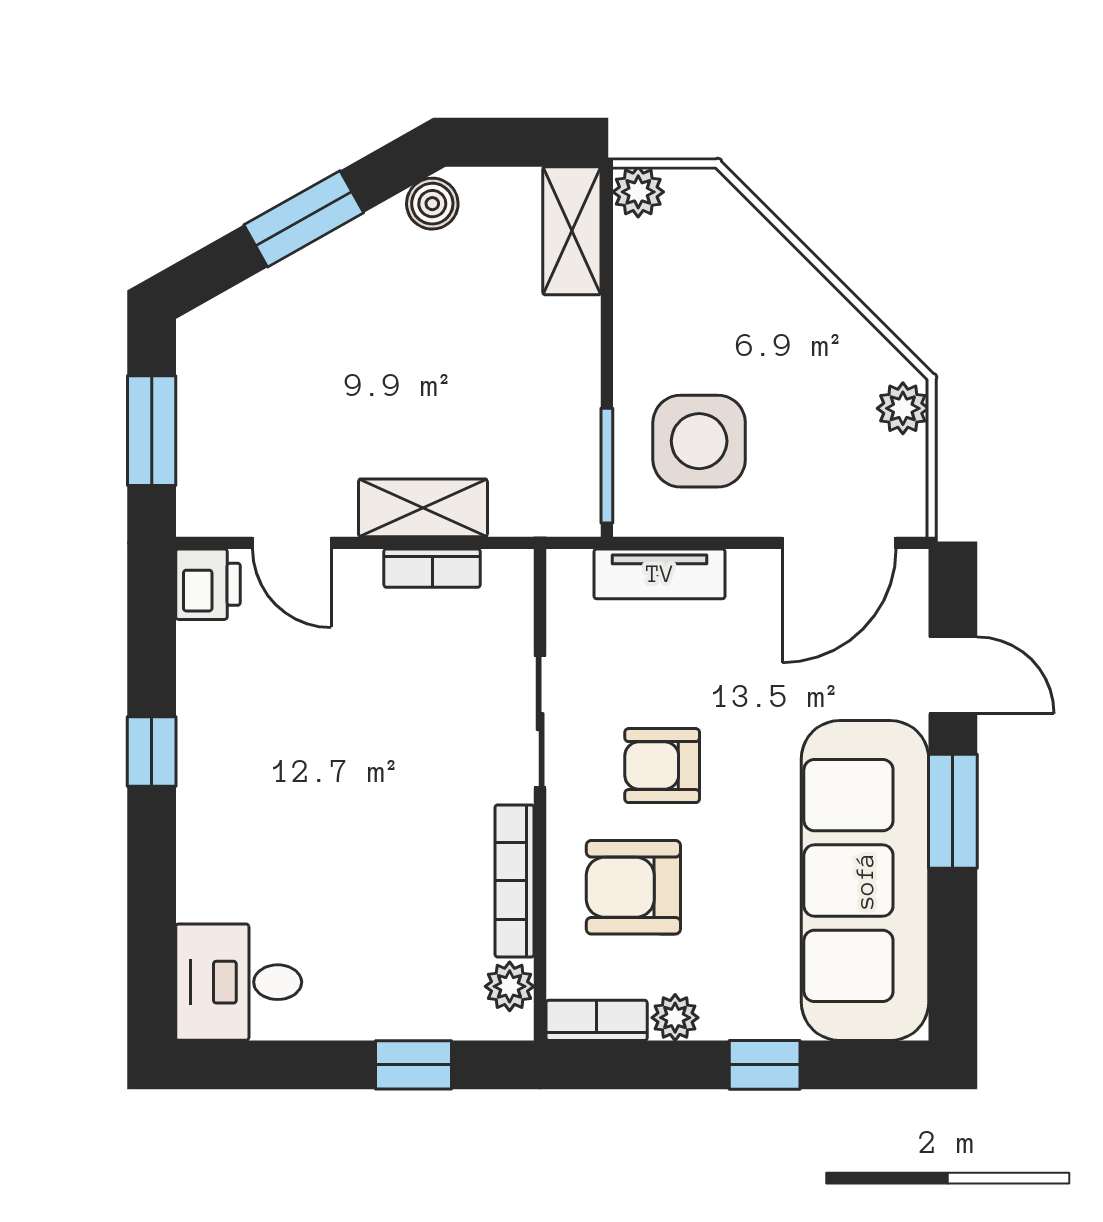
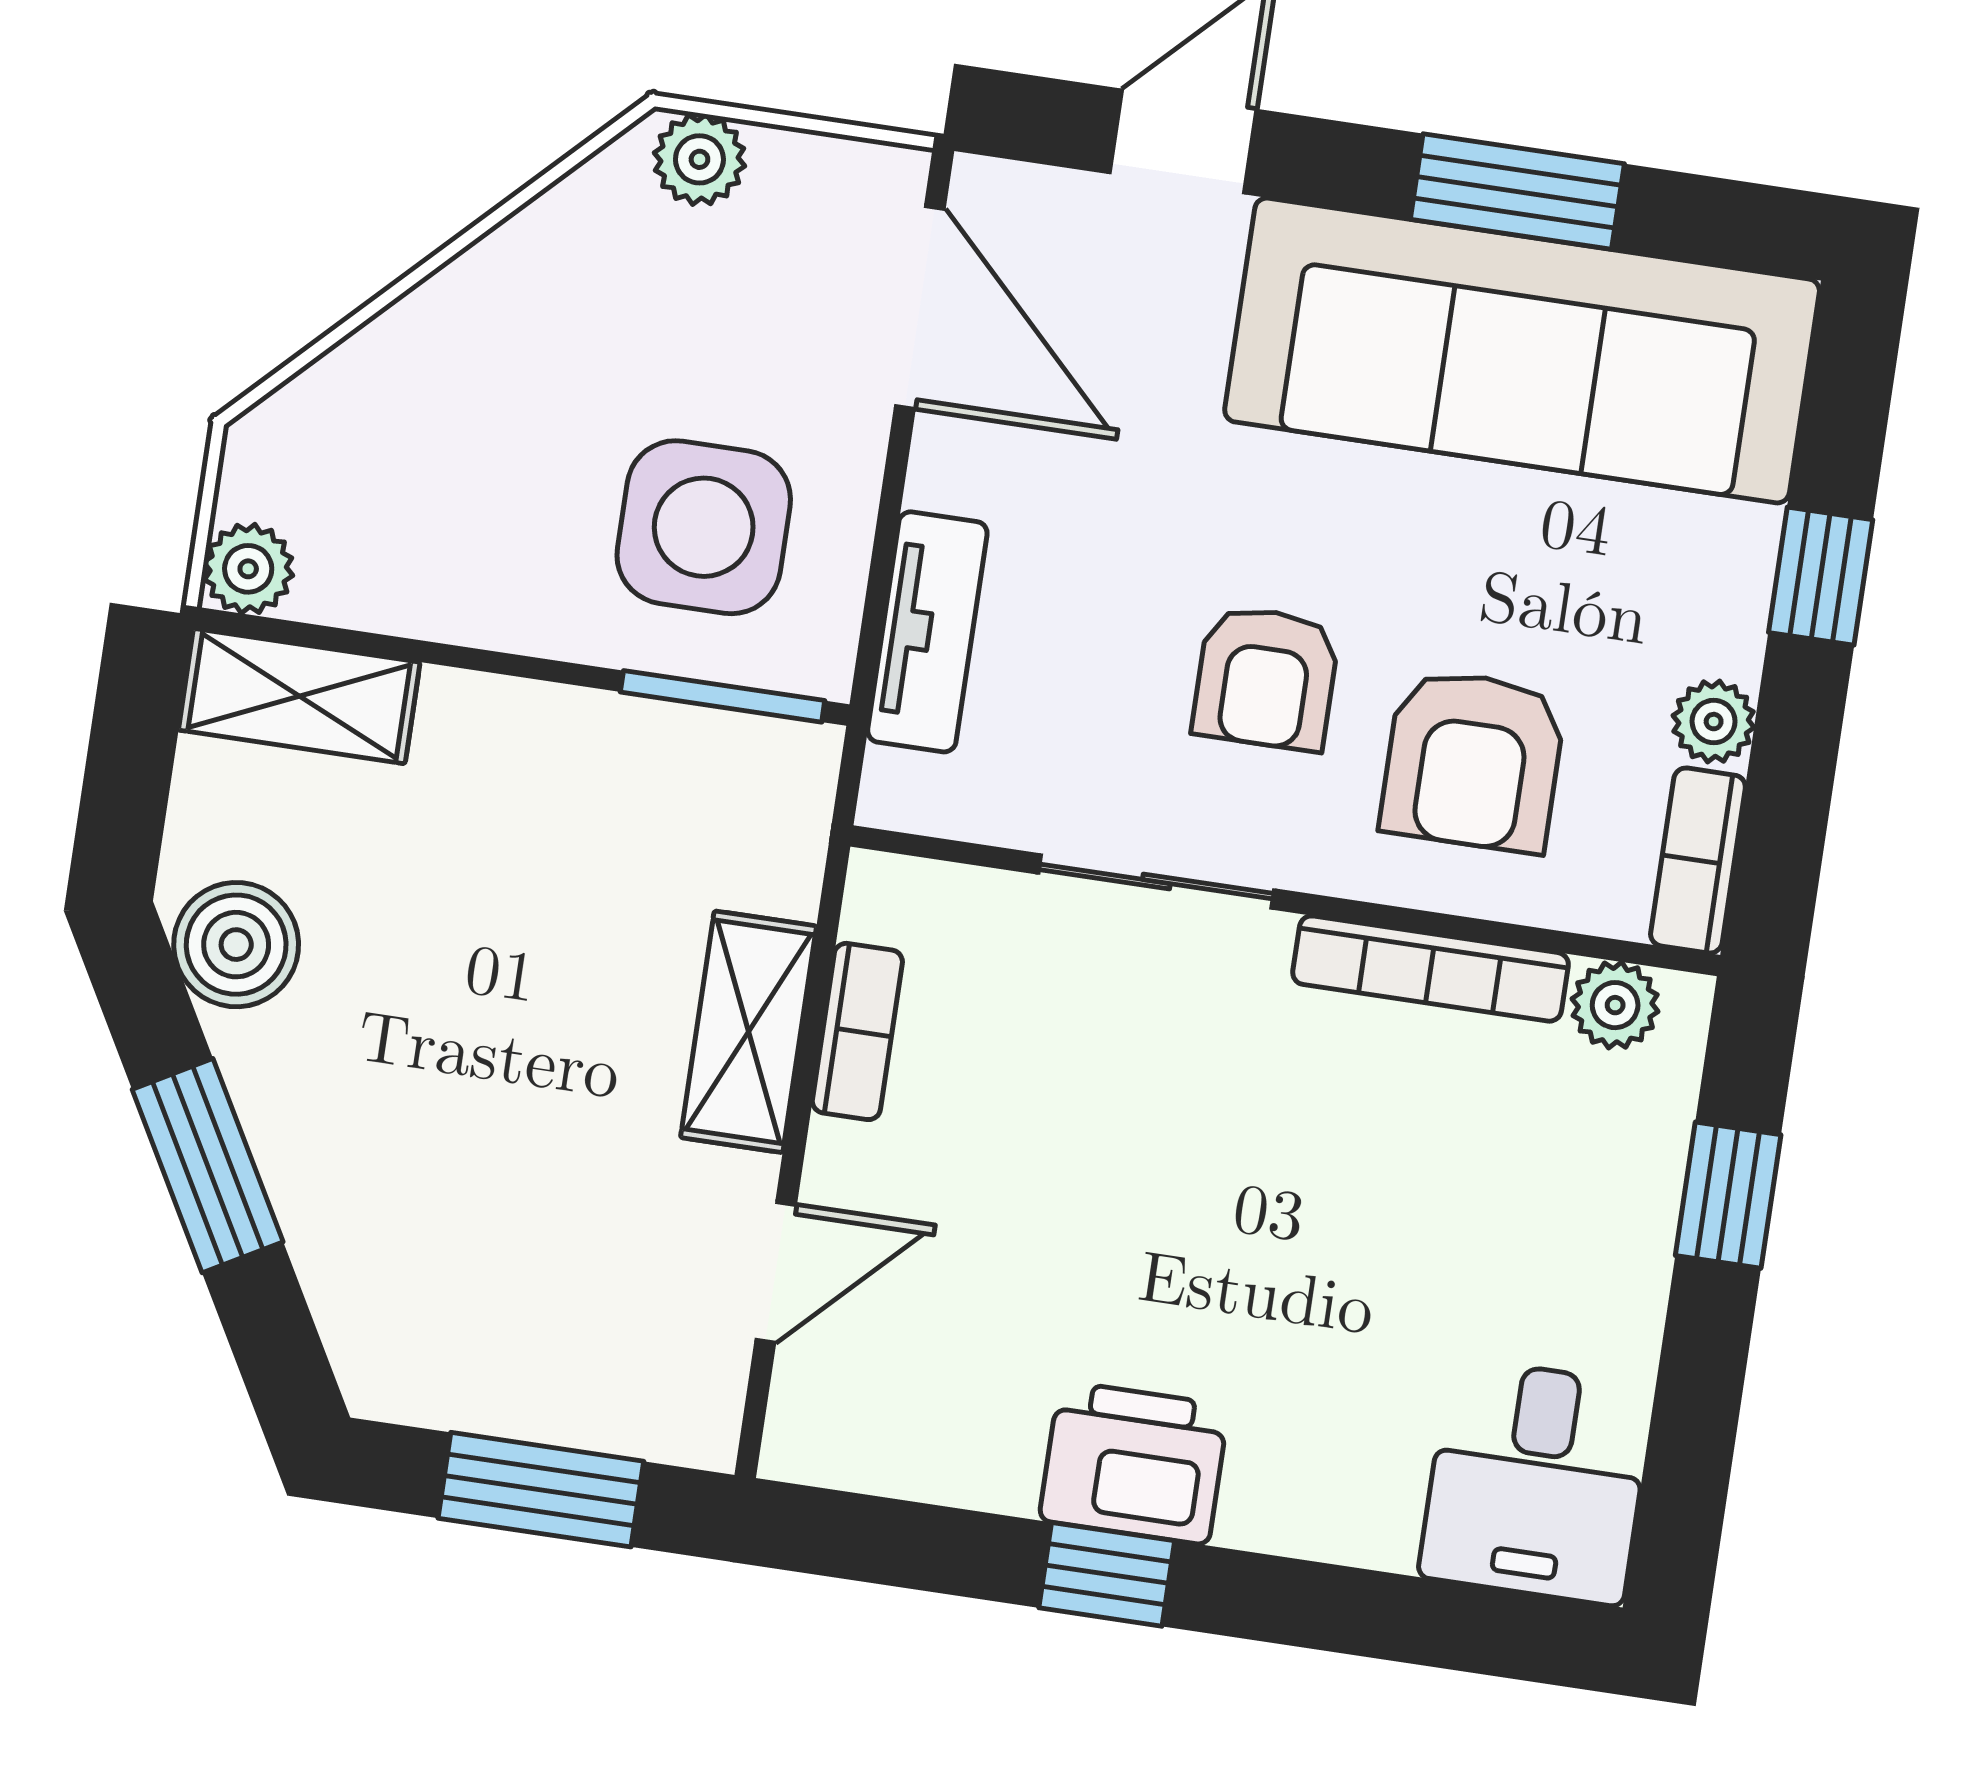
boiler: (432, 204) -> (236, 945), width x1.36, depth x1.36
printer: (208, 584) -> (1134, 1463), moved, width x1.36, depth x1.24
window: (953, 811) -> (1517, 191), moved

